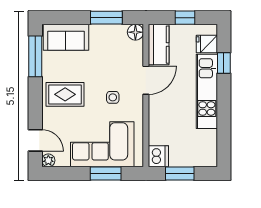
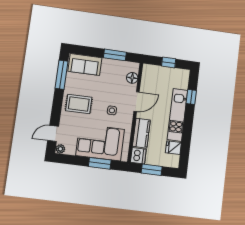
floor lamp: (135, 32) -> (132, 78), moved
fridge: (207, 44) -> (173, 148), moved
kitchen counter: (159, 45) -> (141, 133), moved
door: (35, 140) -> (53, 133), swing flipped

